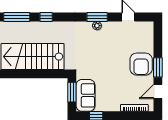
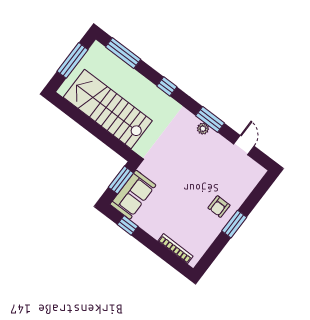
window: (46, 17) -> (167, 86), moved
armchair: (141, 64) -> (219, 207), width x0.53, depth x0.53
door: (158, 92) -> (214, 250), removed

